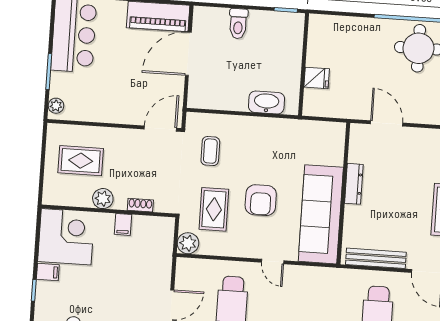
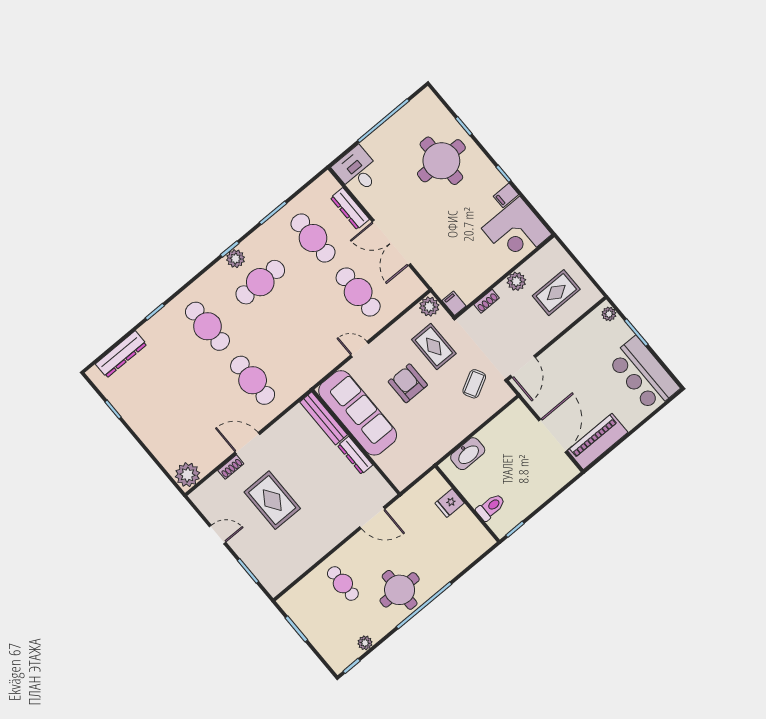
toilet: (238, 24) -> (491, 507), moved, turned 90
coffee table: (210, 151) -> (474, 384), turned 62
filing cabinet: (123, 224) -> (454, 303), moved
bench: (376, 258) -> (324, 418), moved, turned 90

